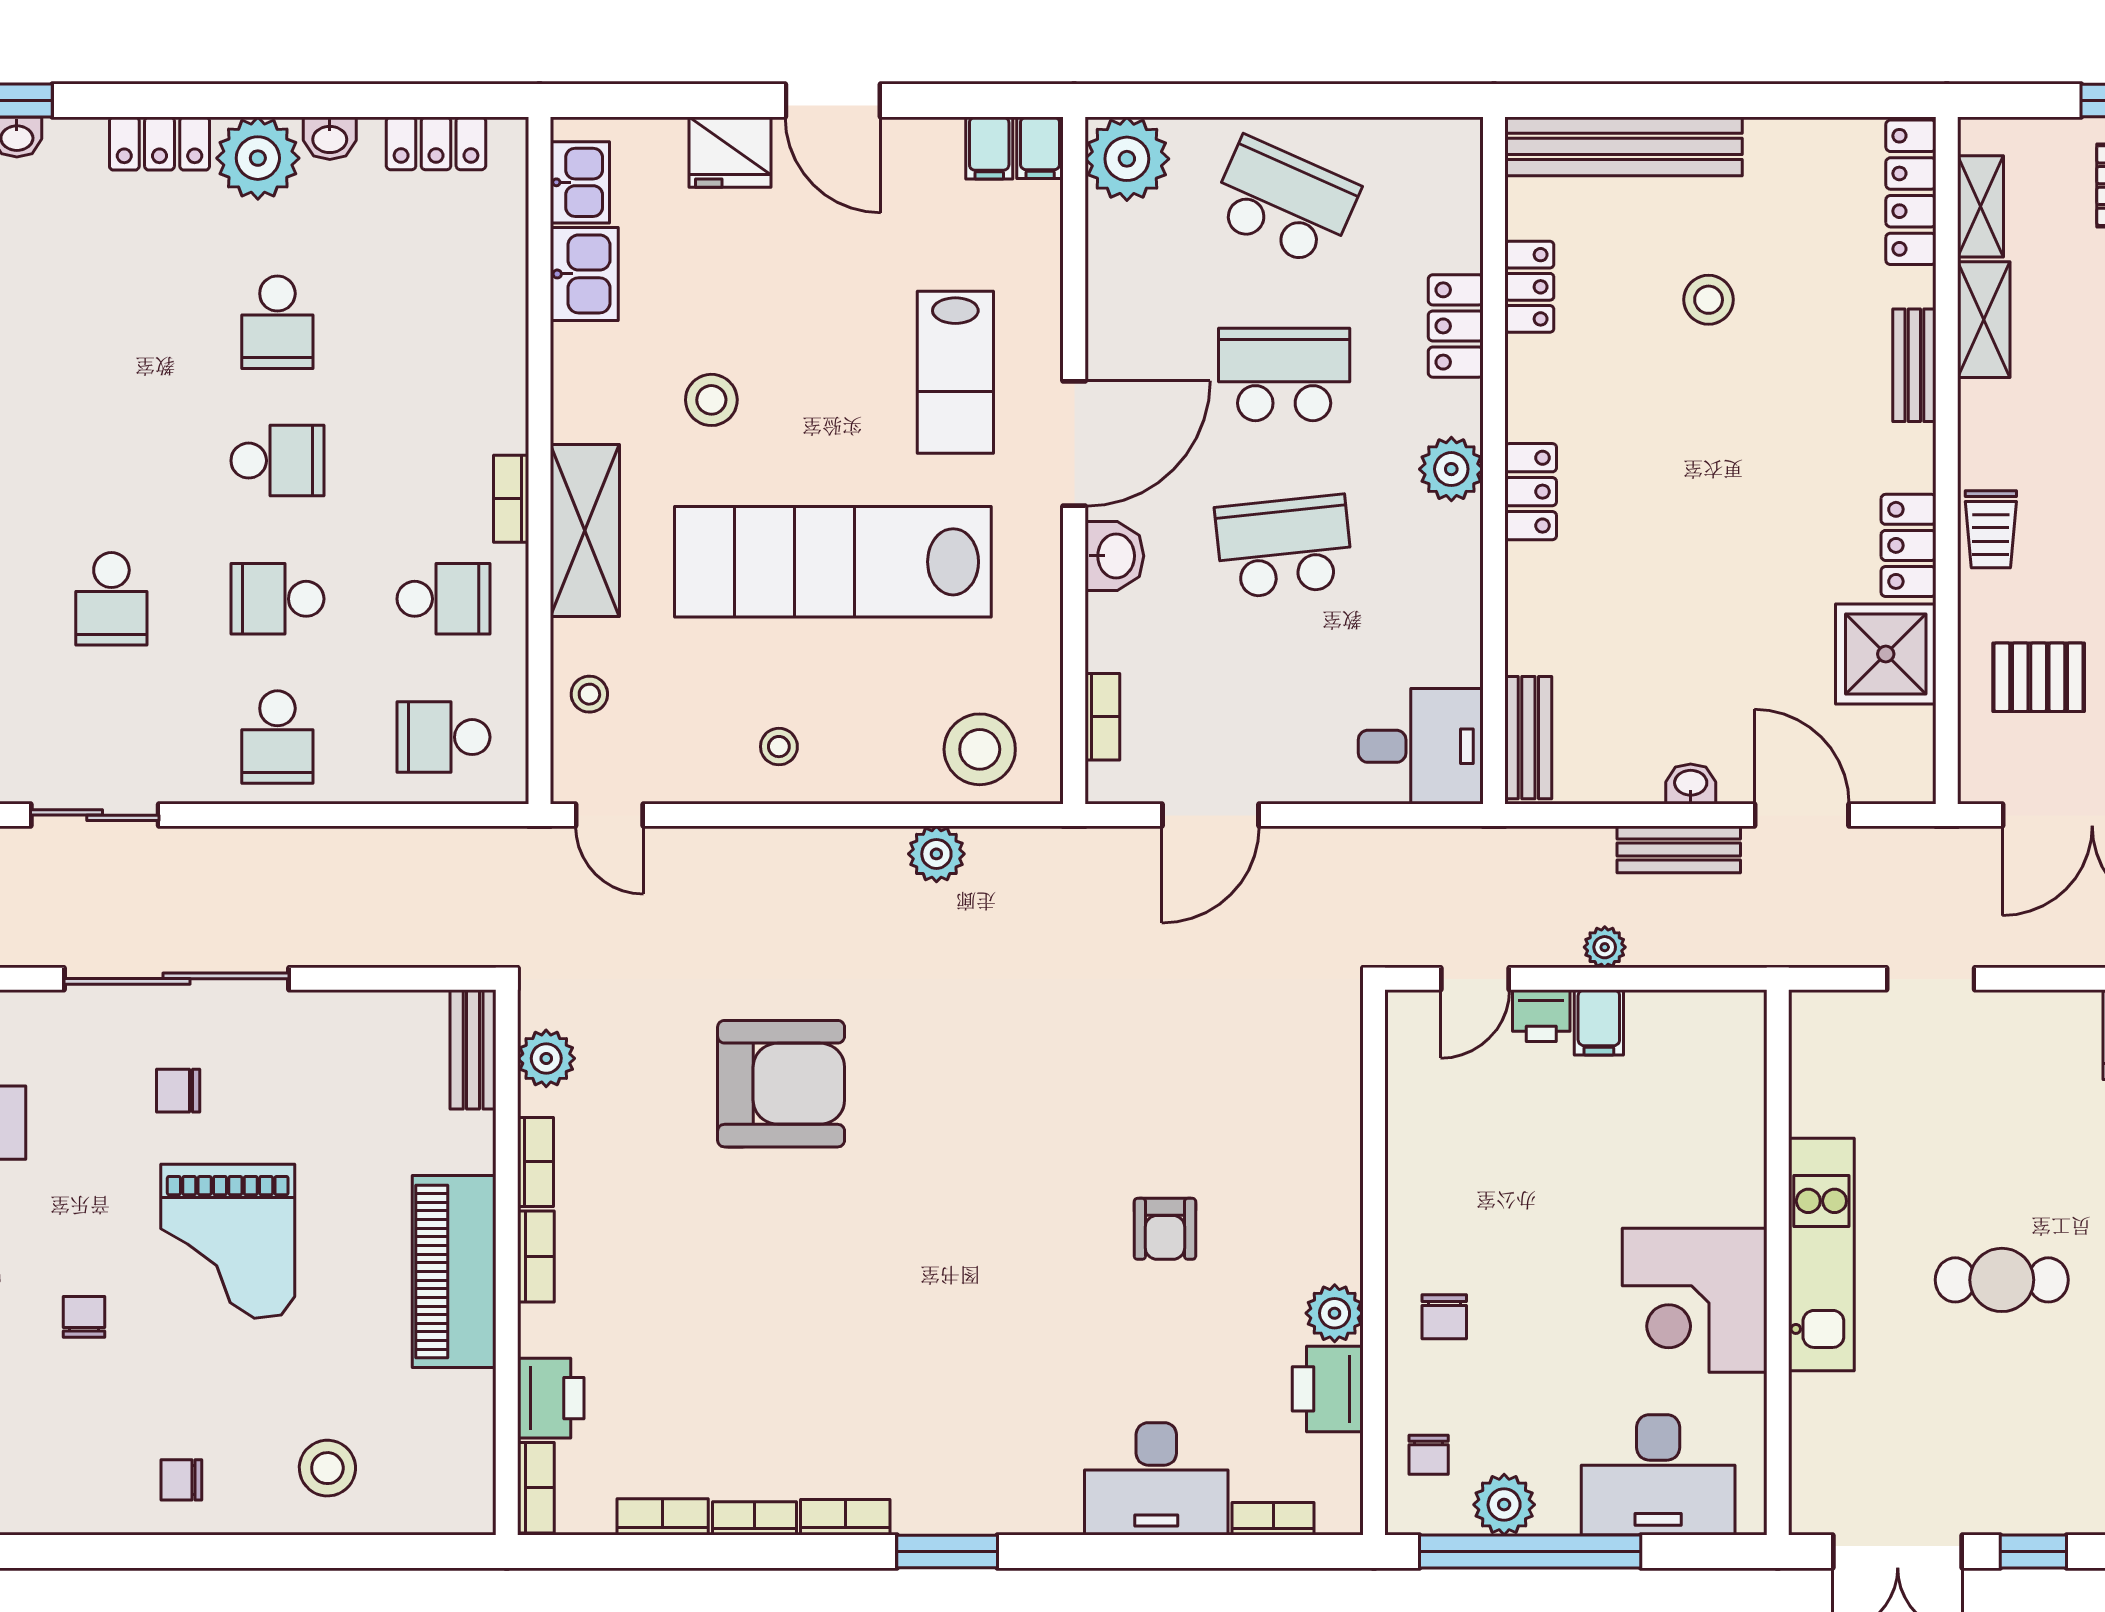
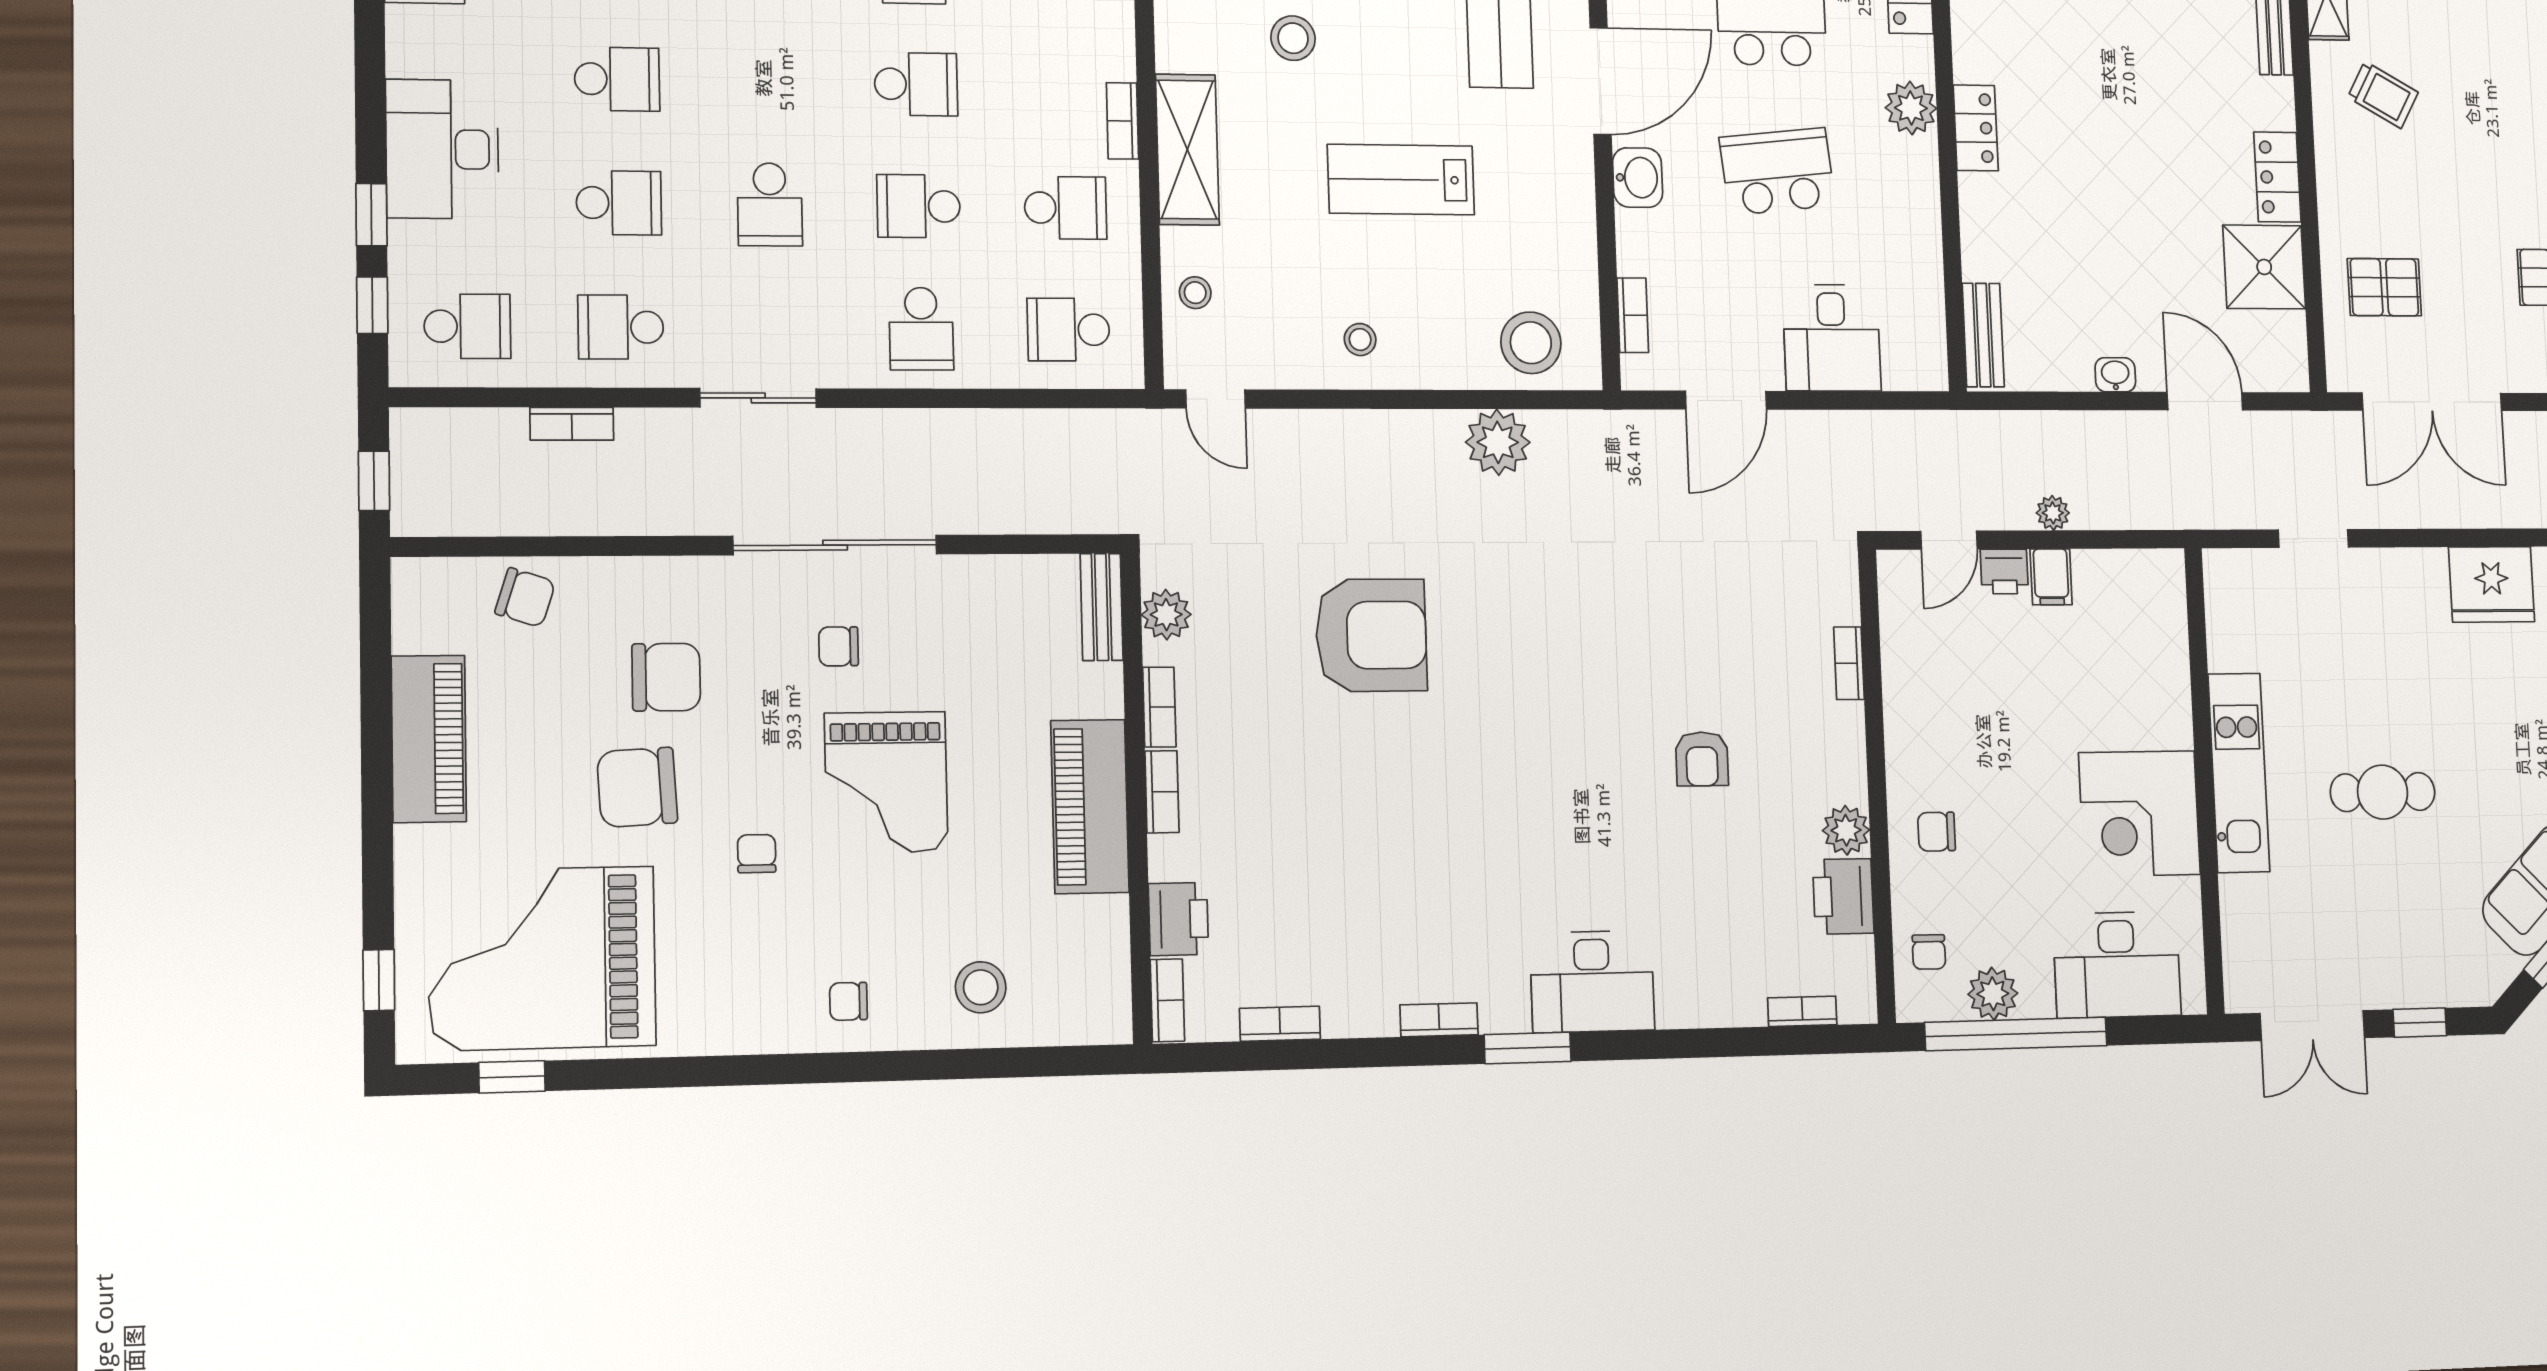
trolley: (1991, 529) -> (2383, 95), moved, turned -61
lab bench: (833, 562) -> (1401, 180), width x0.54, depth x0.72
desk: (1421, 746) -> (1832, 338), moved, turned 90
bench: (1679, 849) -> (2108, 430), removed
plant: (936, 854) -> (1498, 442), width x1.36, depth x1.36
chair: (1444, 1317) -> (1937, 832), turned 90
desk: (1156, 1479) -> (1592, 981), moved
bookcase: (754, 1518) -> (1849, 663), moved, turned -90

